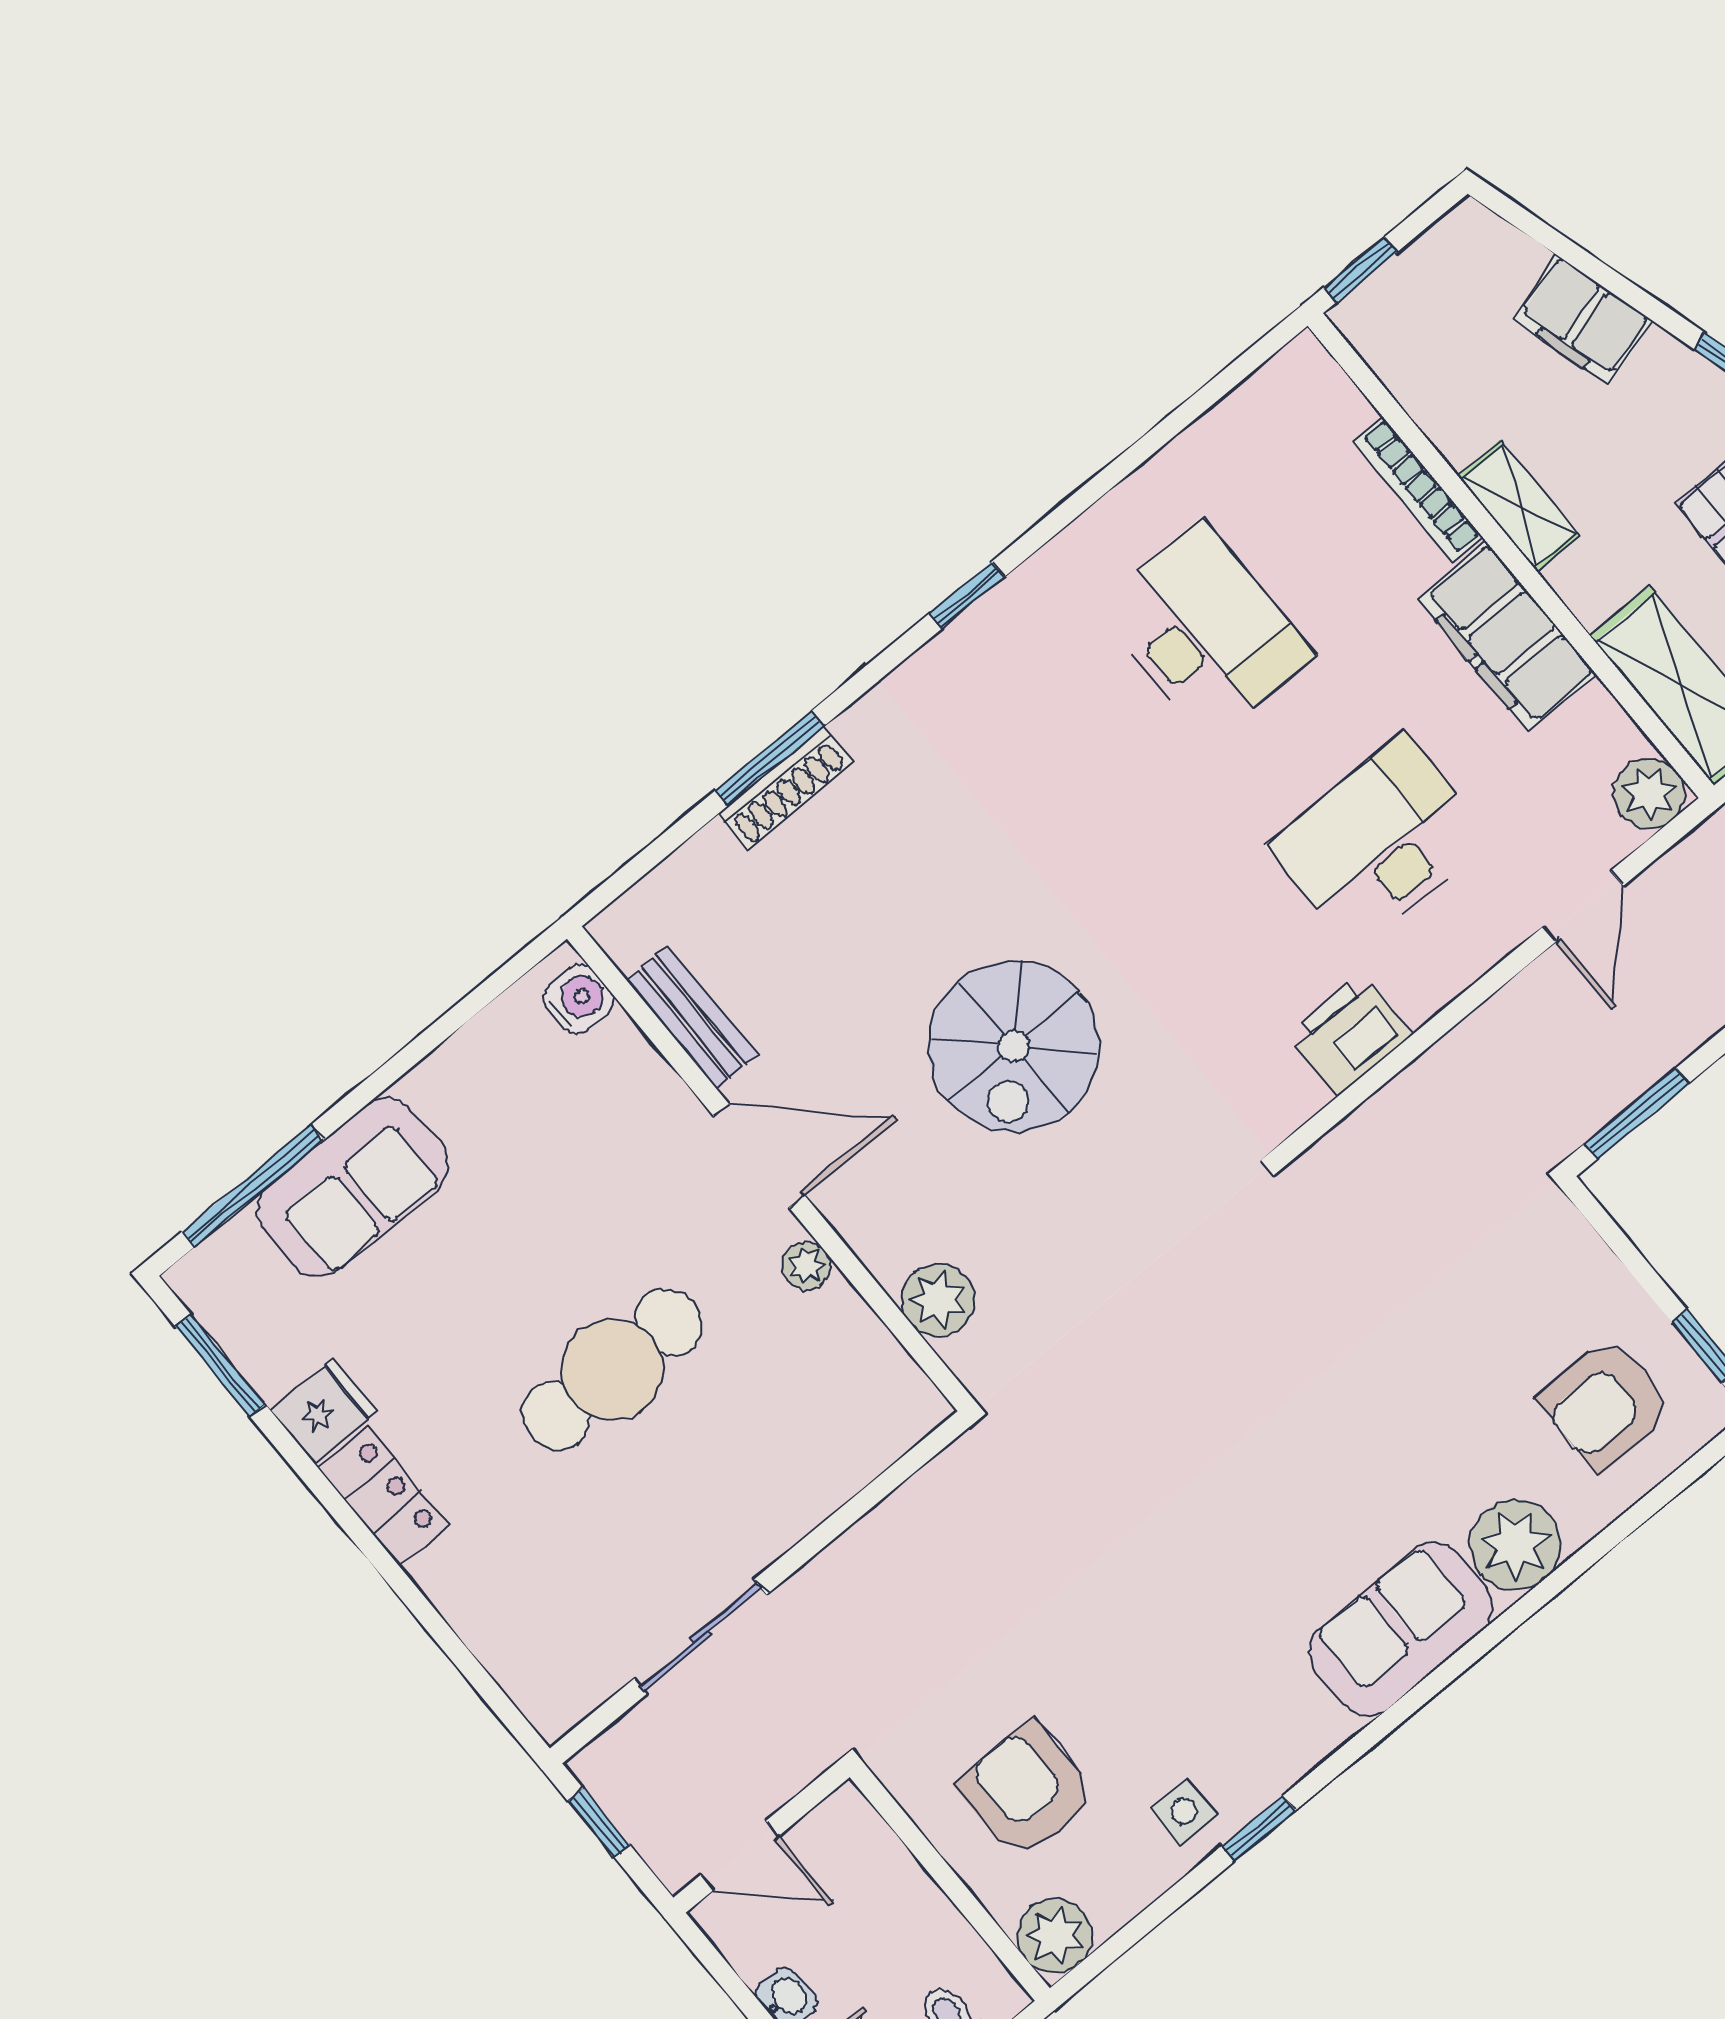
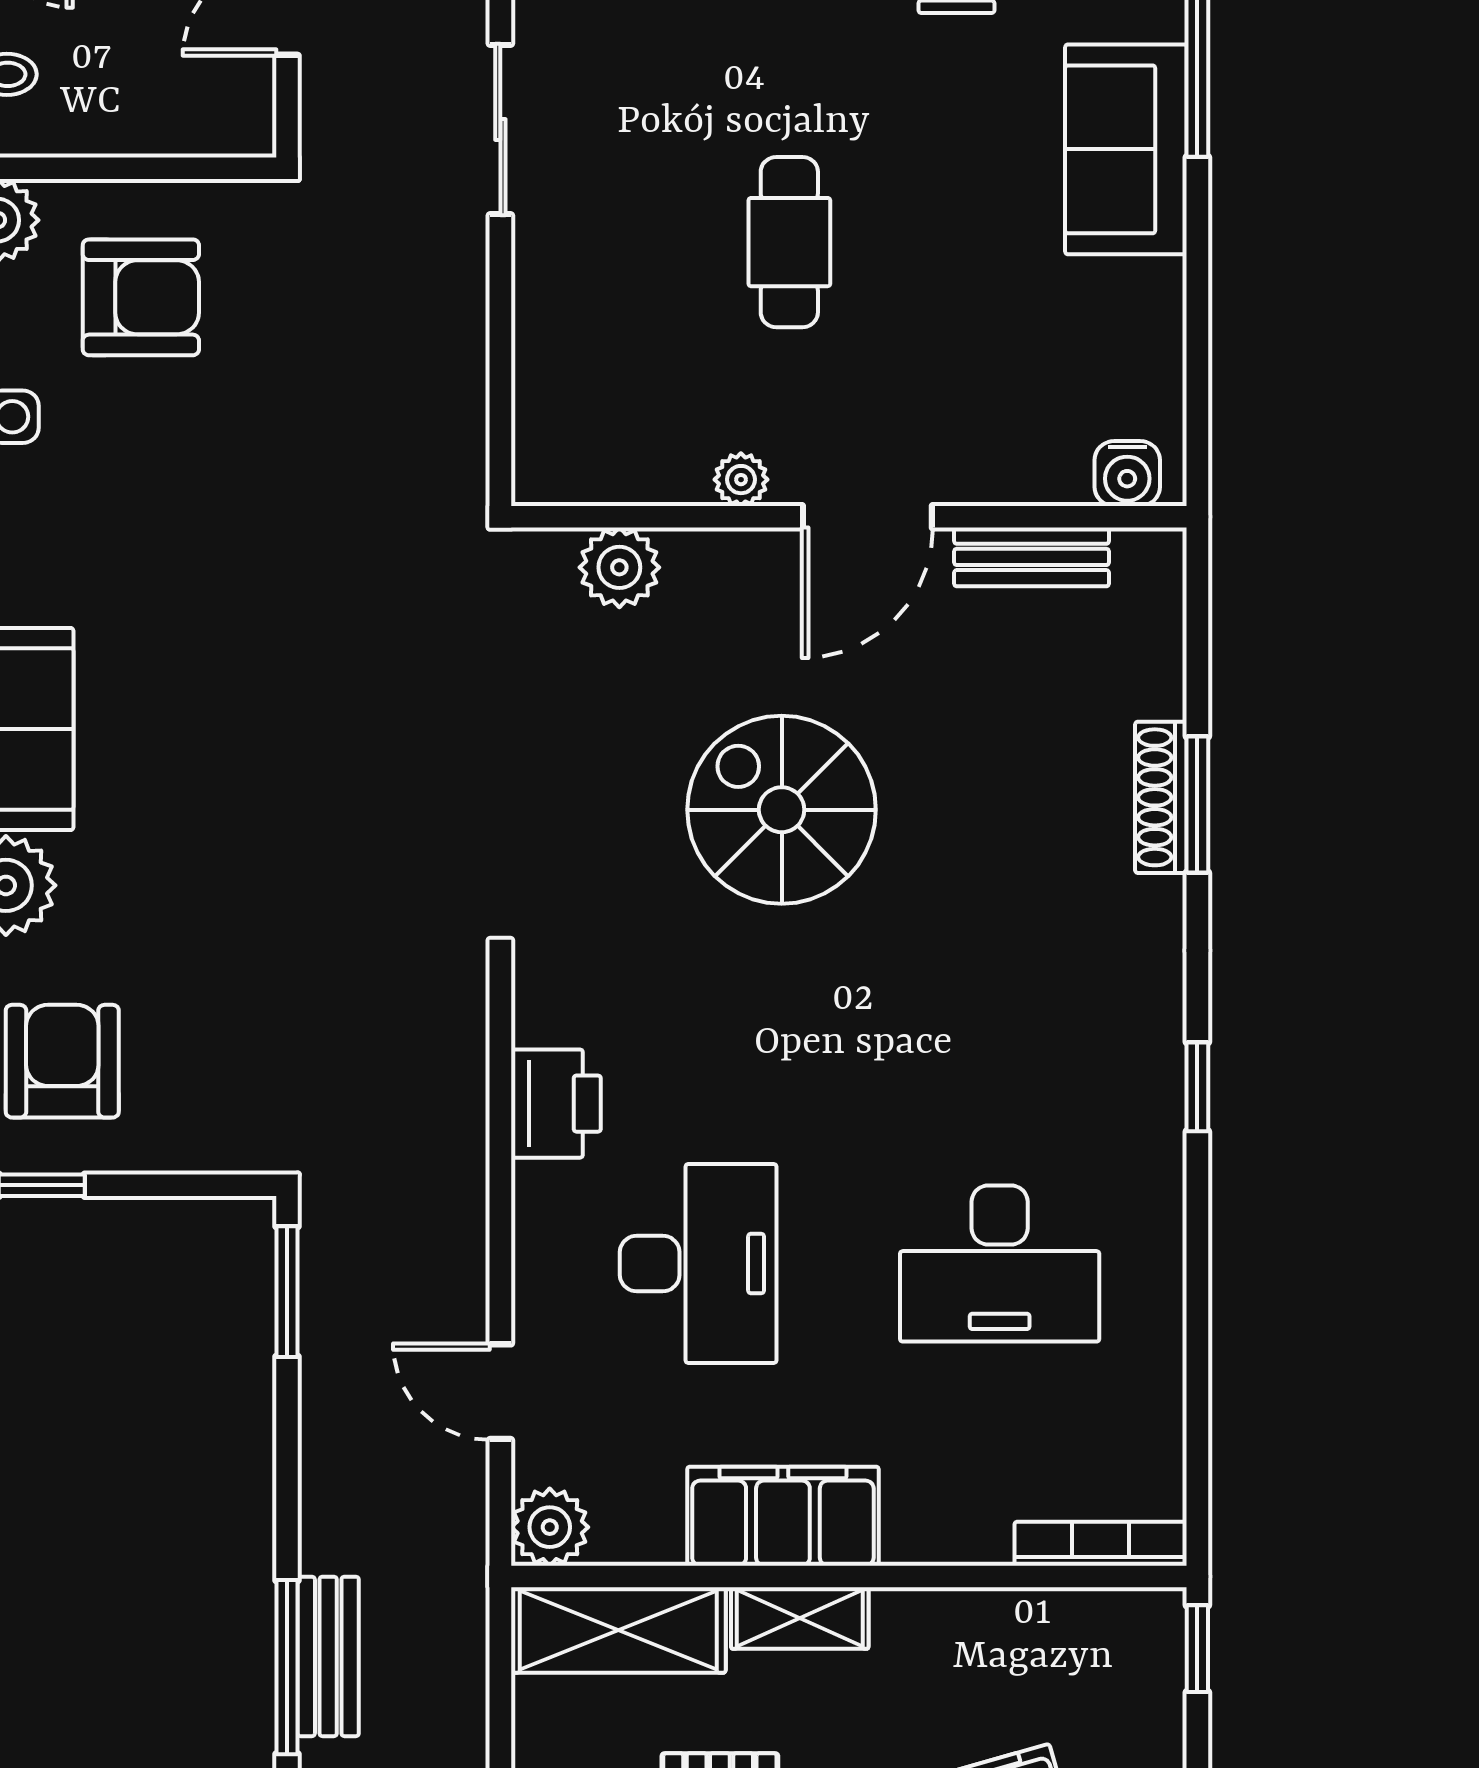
bookcase: (1418, 489) -> (1101, 1544), moved
shelving: (1519, 506) -> (800, 1618), moved
cafe table: (612, 1369) -> (789, 242), width x0.73, depth x0.74

